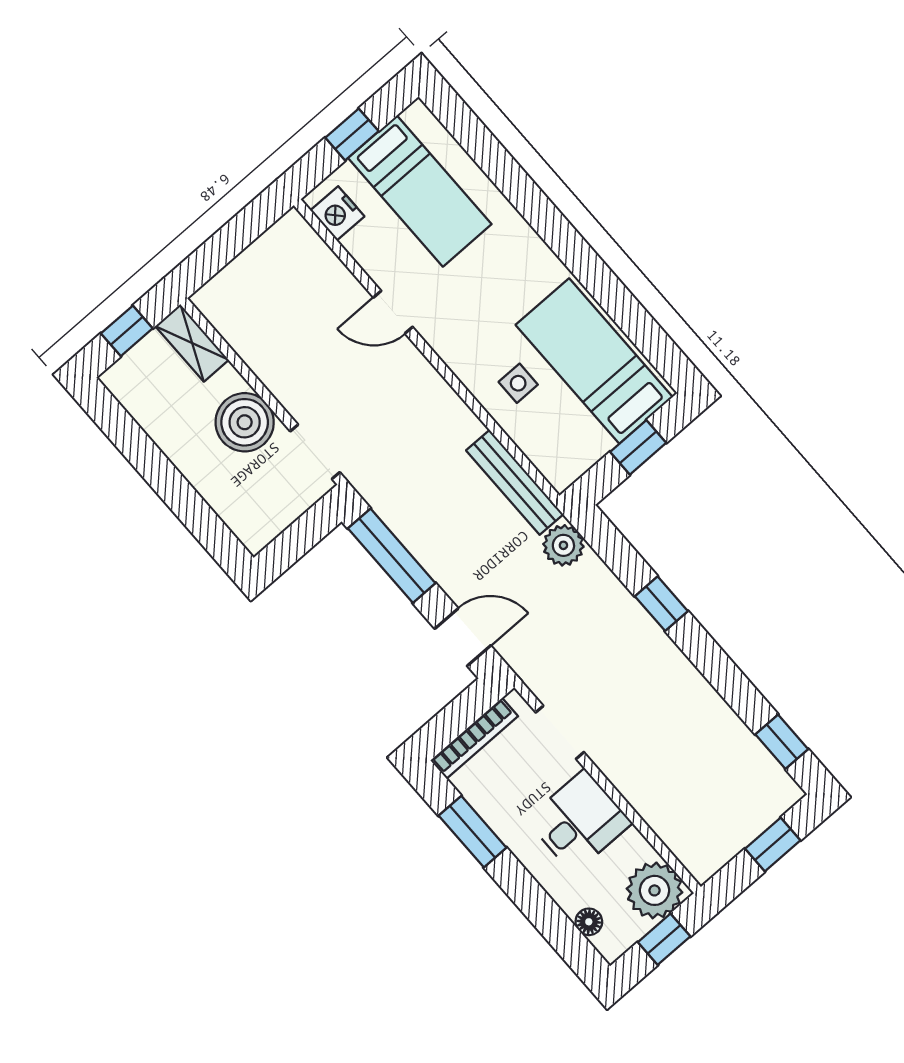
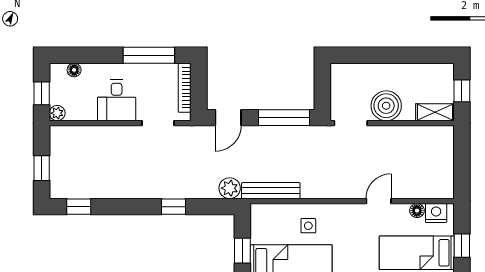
floor lamp: (358, 244) -> (417, 211), added
window: (473, 832) -> (149, 55), width x1.44
plant: (654, 890) -> (57, 113), width x0.53, depth x0.53

